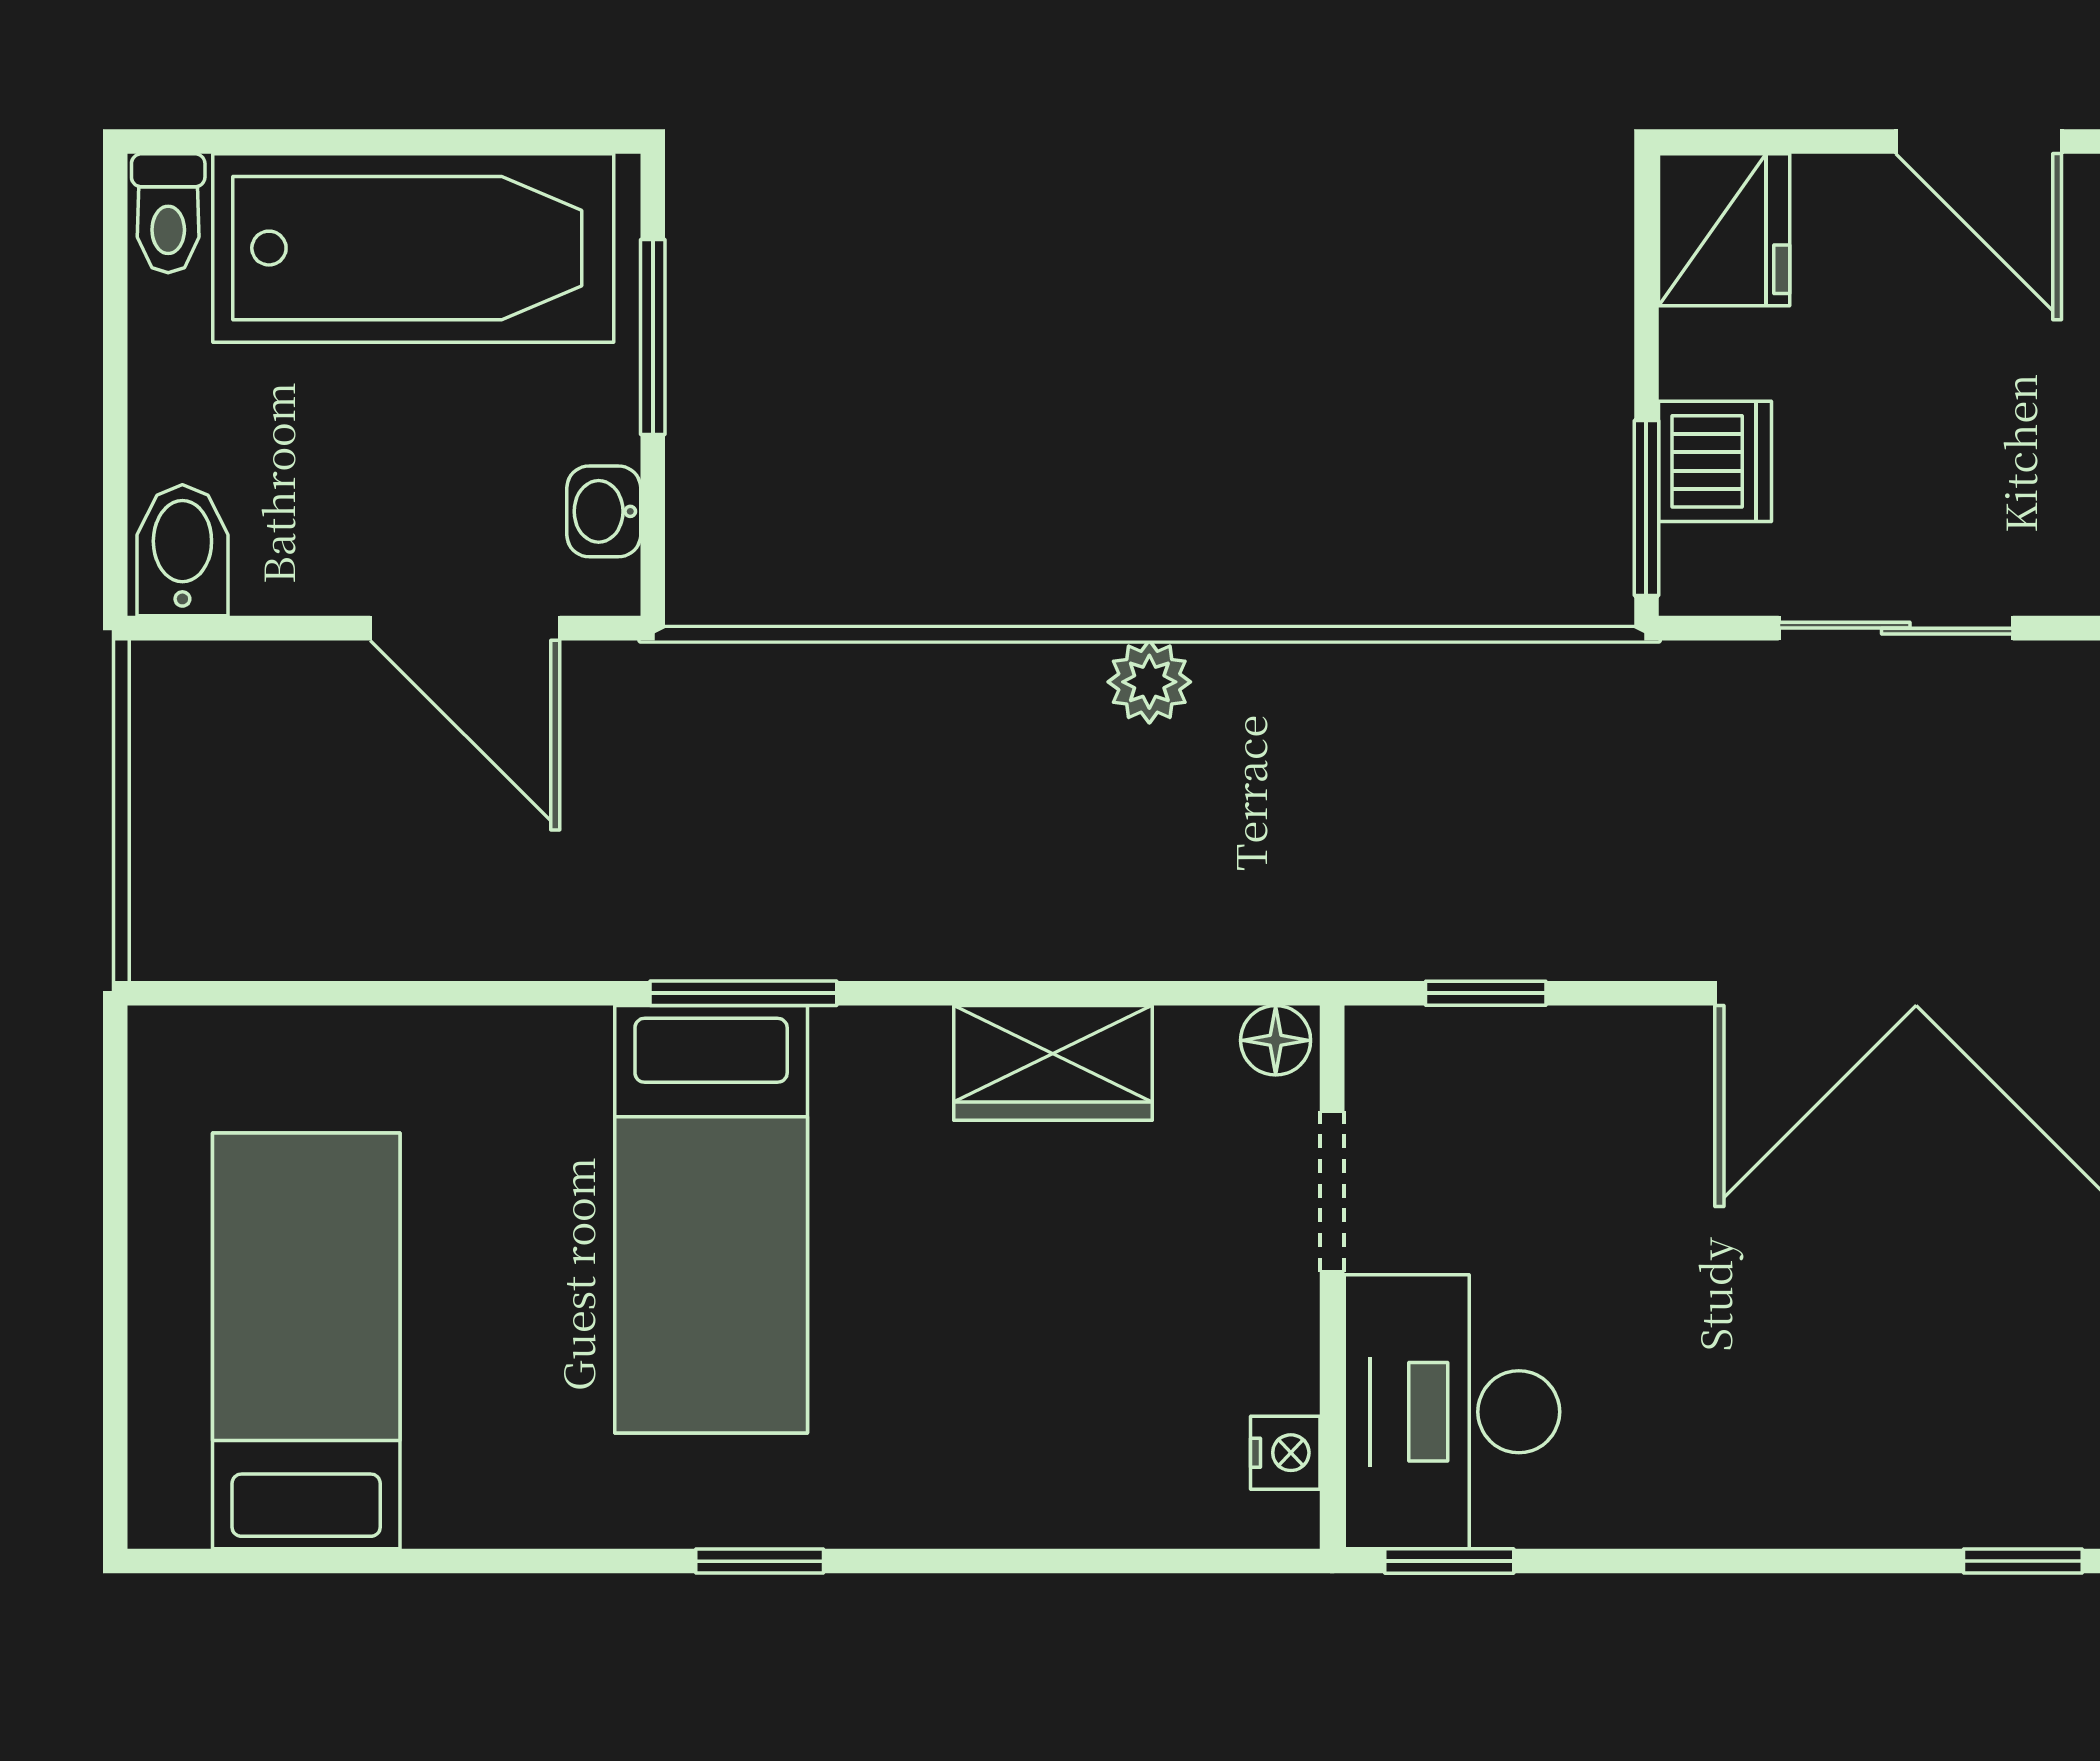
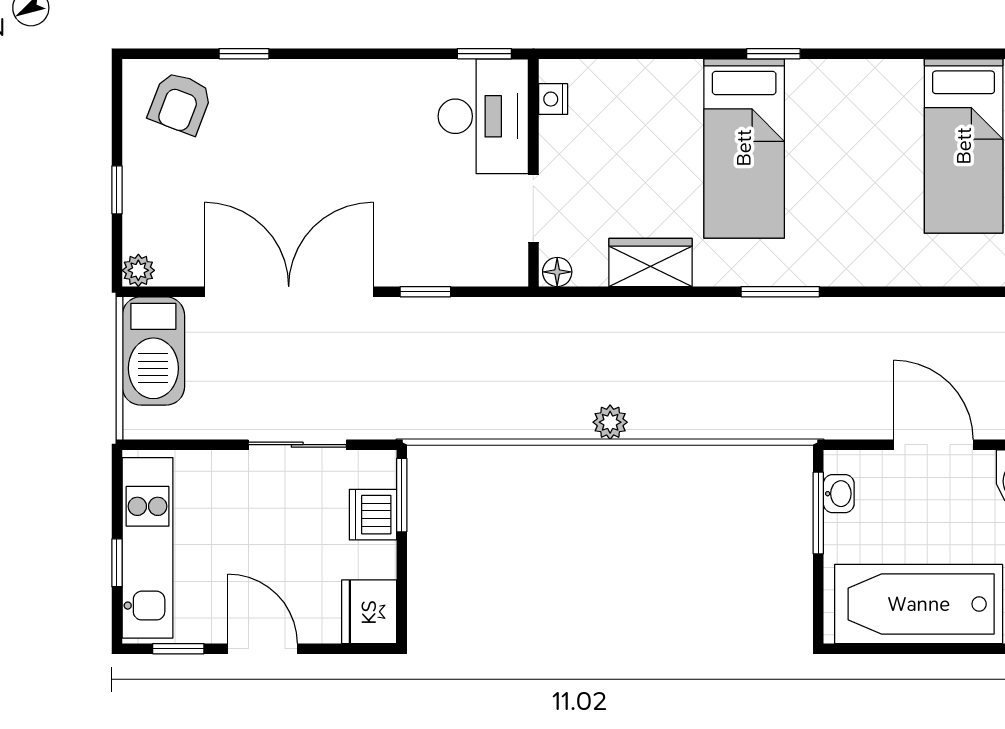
window: (653, 337) -> (818, 513), moved
door: (465, 628) -> (933, 445), moved
window: (1486, 993) -> (425, 292), moved
bed: (711, 1219) -> (744, 148), moved, turned 180

